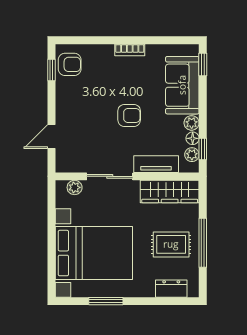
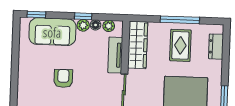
bookcase: (130, 50) -> (23, 73), removed
armchair: (129, 115) -> (63, 78), moved
window: (203, 149) -> (83, 16), moved

